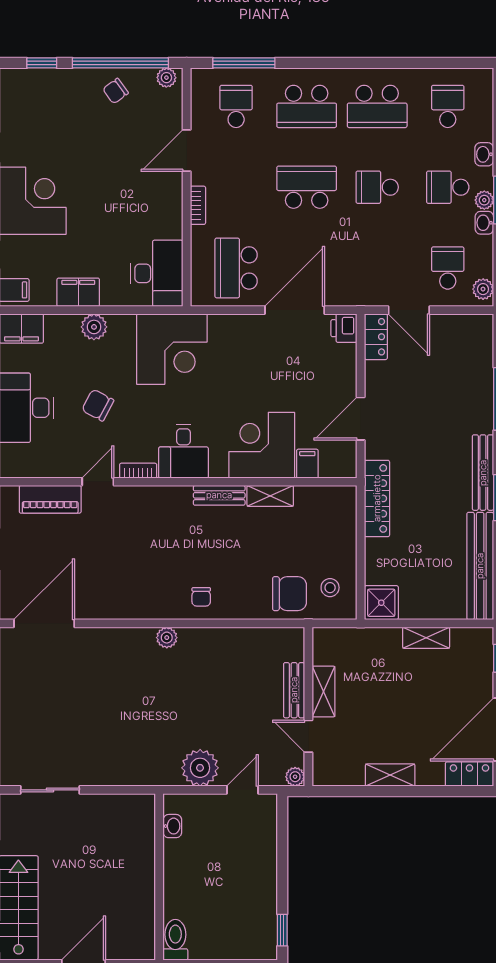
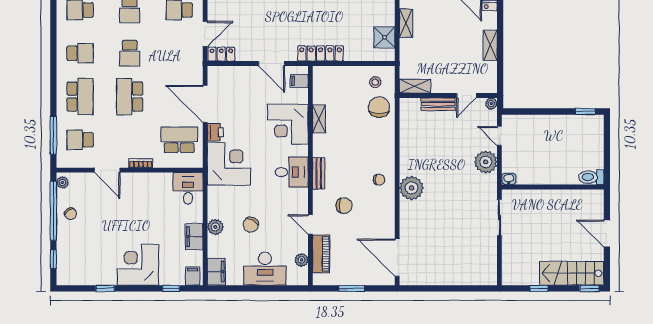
school desk: (377, 106) -> (80, 53), width x0.54
school desk: (236, 268) -> (179, 140), turned 180
desk: (157, 273) -> (188, 188), width x0.73
printer: (344, 328) -> (215, 132), moved, turned -90
corner desk: (172, 349) -> (229, 164), moved
chair: (98, 405) -> (251, 225), moved
filing cabinet: (307, 464) -> (299, 81), moved
plant: (40, 467) -> (301, 260), added
bookcase: (138, 471) -> (303, 200), removed
bench: (219, 495) -> (319, 173), moved
chair: (129, 537) -> (344, 206), added
chair: (201, 597) -> (379, 180), moved
shower: (381, 603) -> (384, 37), moved
plant: (167, 638) -> (411, 188), width x1.87, depth x1.87
shelving: (323, 692) -> (415, 86), moved
sliding door: (50, 790) -> (499, 218), moved
washbasin: (172, 826) -> (509, 179), moved

